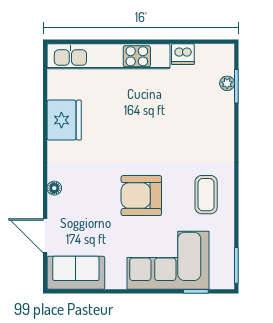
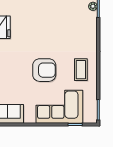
armchair: (141, 196) -> (44, 70), turned 180

